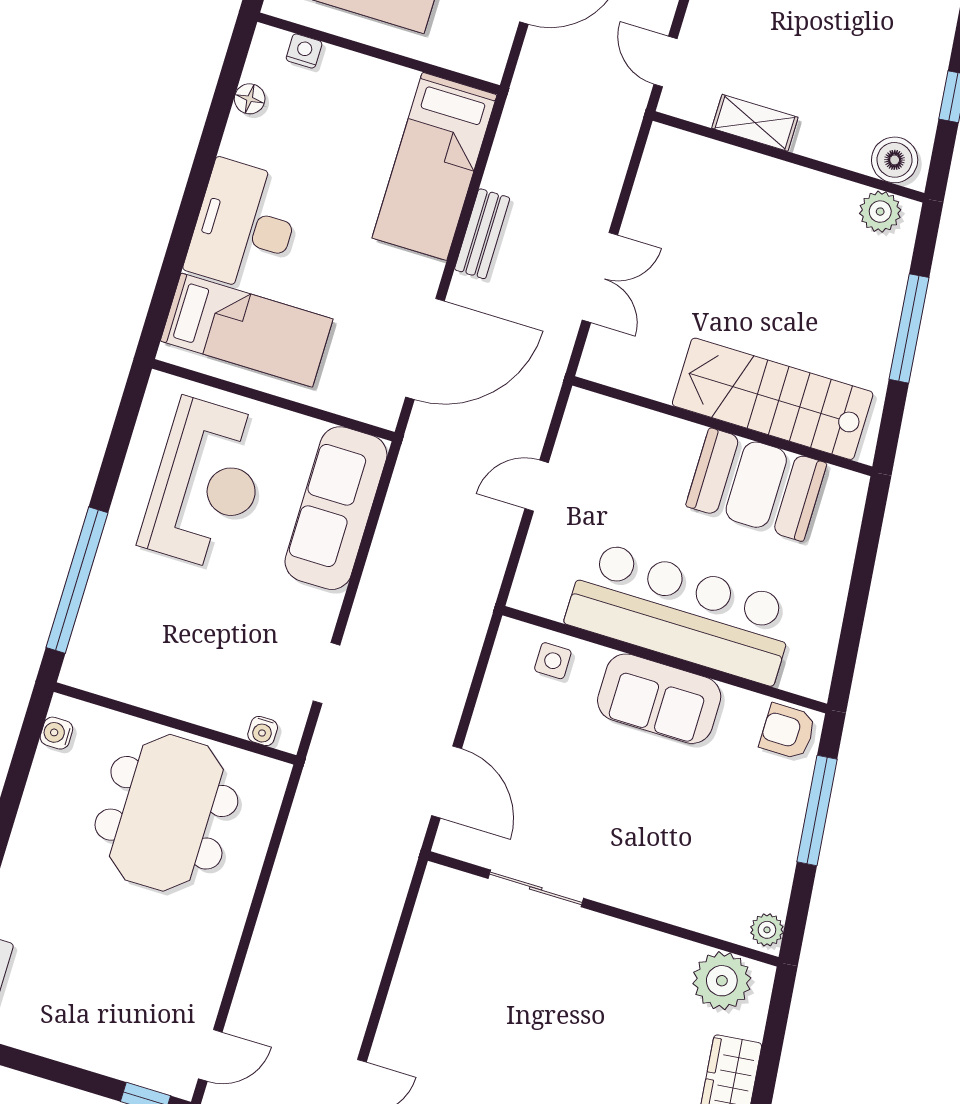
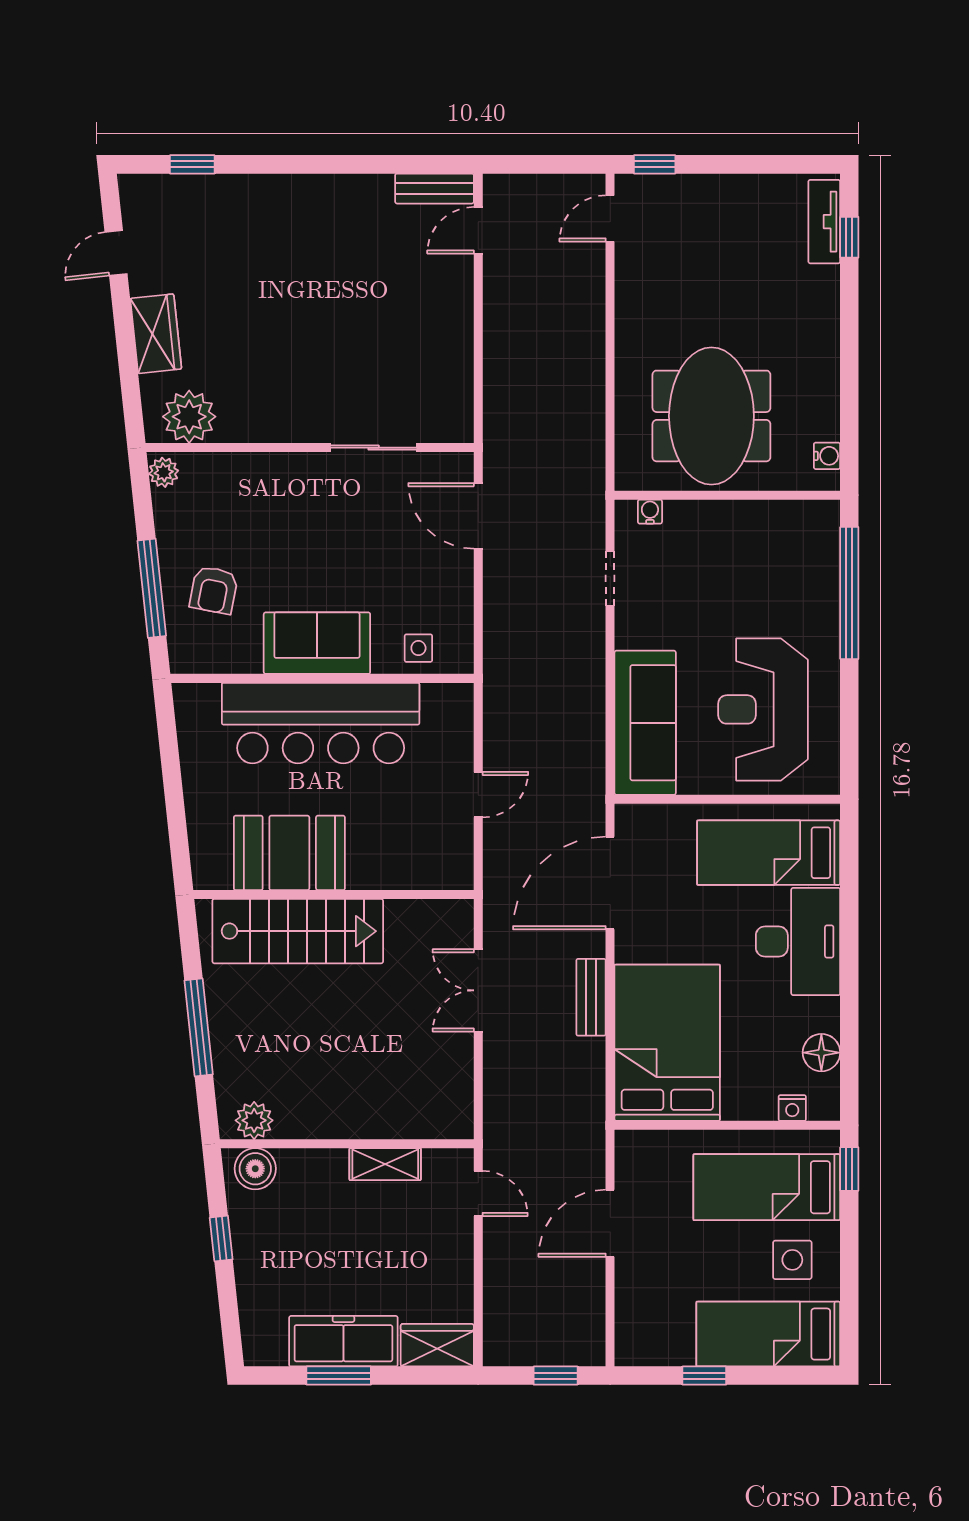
floor lamp: (250, 99) -> (821, 1053), width x1.37, depth x1.37
bed: (435, 166) -> (667, 1043), width x1.50
armchair: (788, 731) -> (214, 590), moved, turned 101

